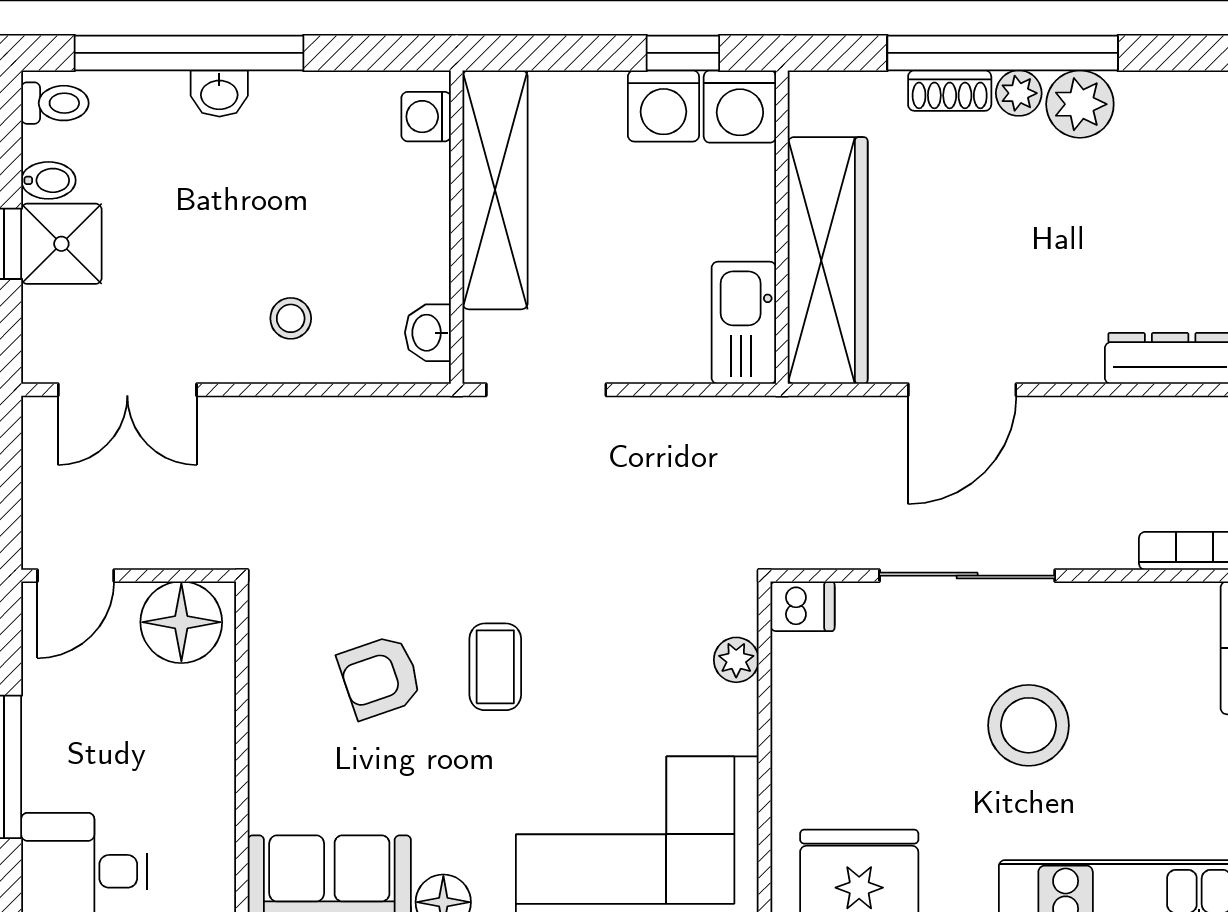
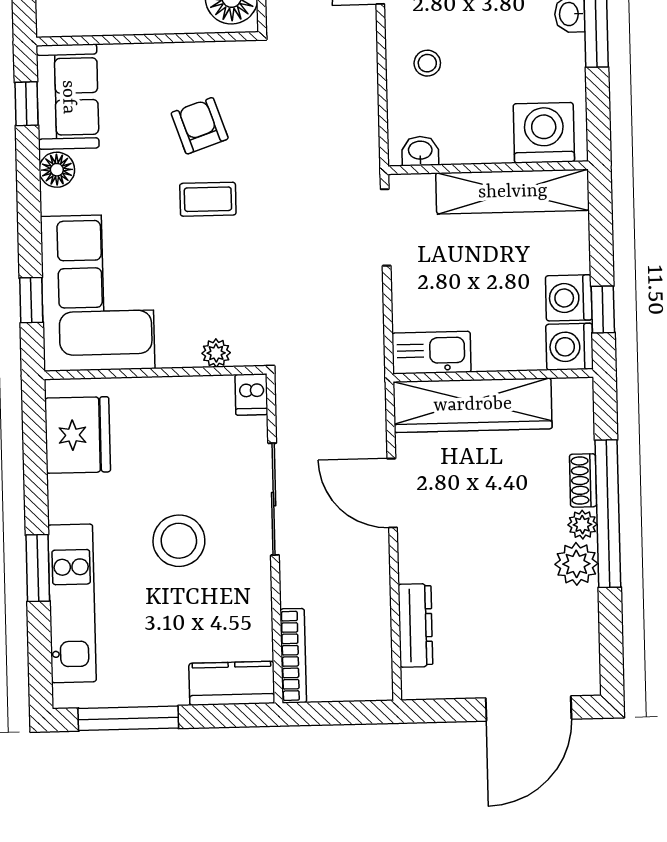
washing machine: (426, 117) -> (544, 133), width x1.89, depth x1.89

